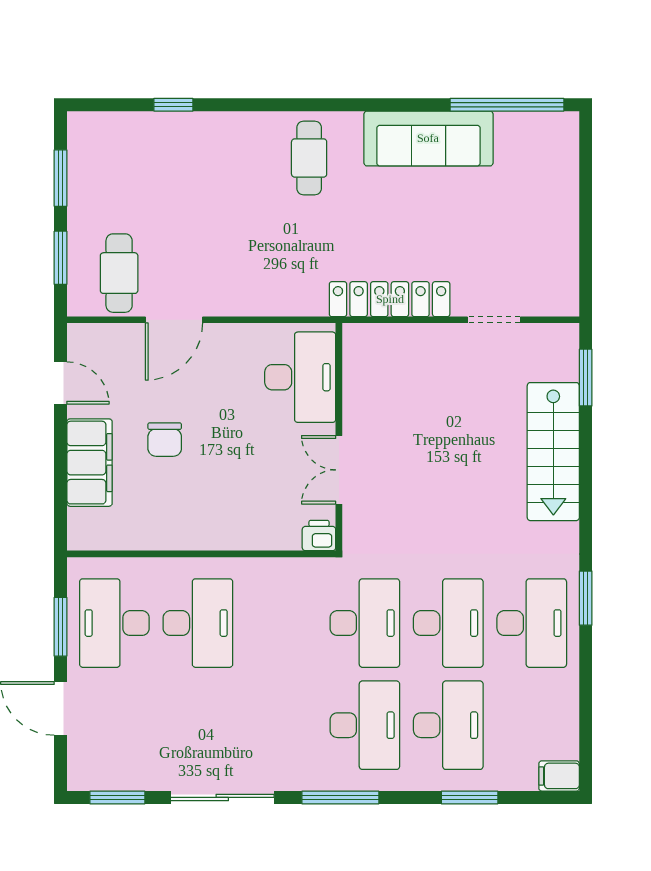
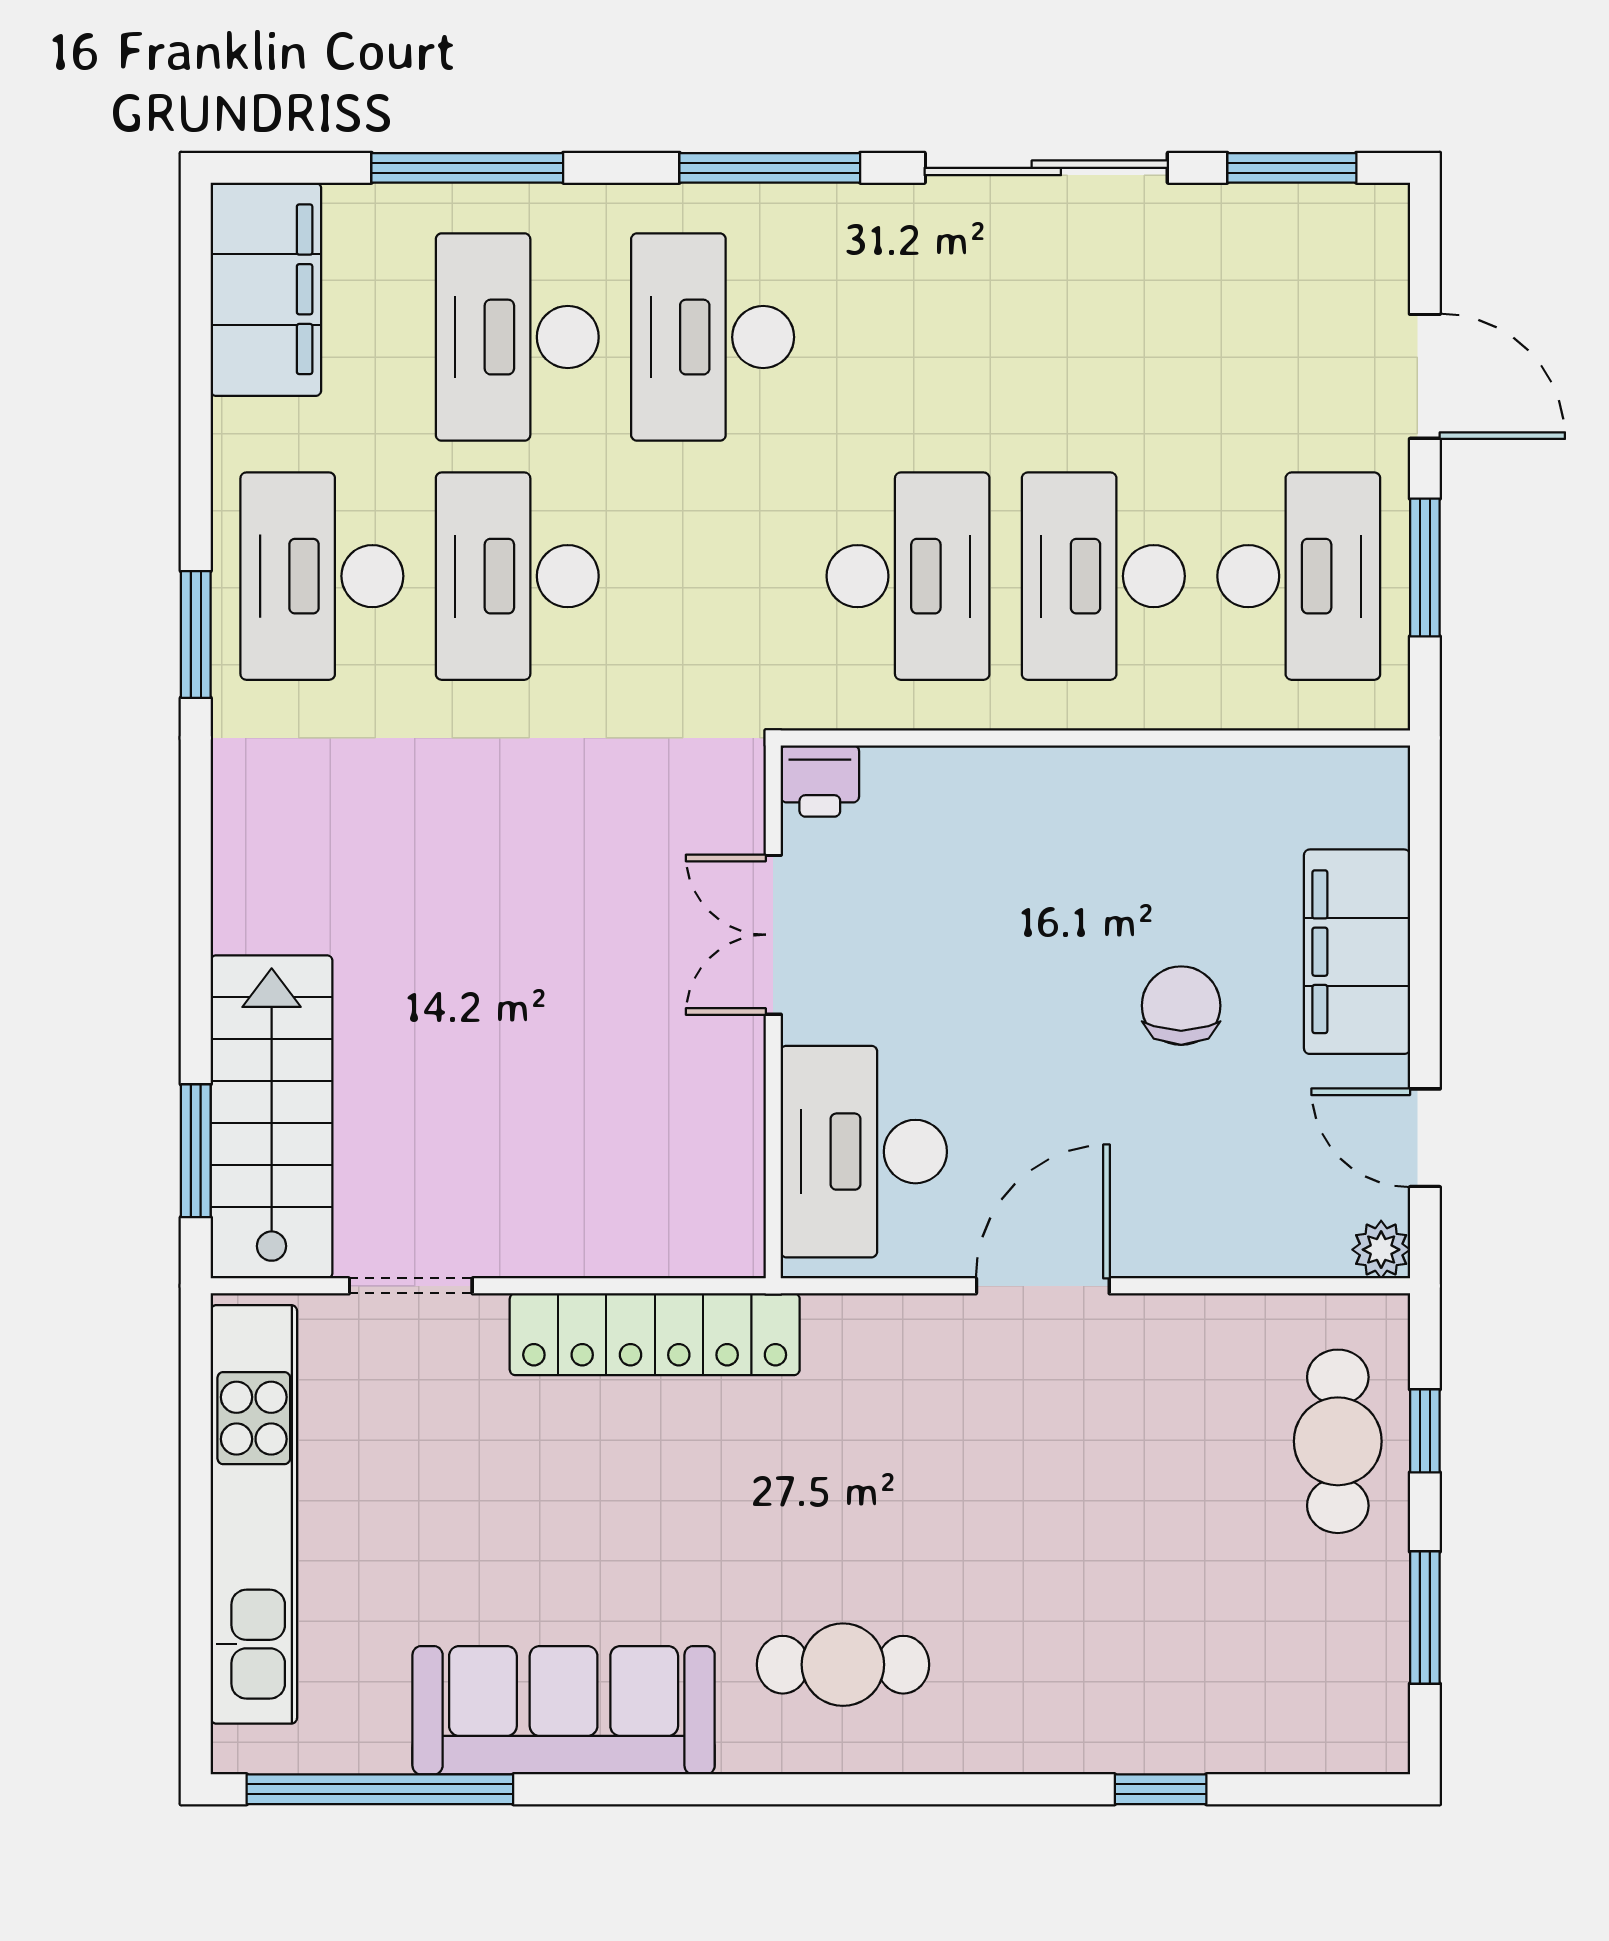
cafe table: (309, 158) -> (843, 1665), turned 90
kitchen unit: (561, 222) -> (254, 1514), added
window: (61, 258) -> (1425, 1431), width x0.67
cafe table: (119, 273) -> (1338, 1441), moved
door: (174, 320) -> (1043, 1286), moved
plant: (79, 335) -> (1381, 1250), added
stairs: (553, 452) -> (272, 1117), moved
double door: (339, 470) -> (773, 935), swing flipped
desk: (365, 623) -> (908, 576), moved, turned 180
filing cabinet: (559, 776) -> (266, 289), width x3.00, depth x1.17
window: (470, 797) -> (467, 168), width x1.44

